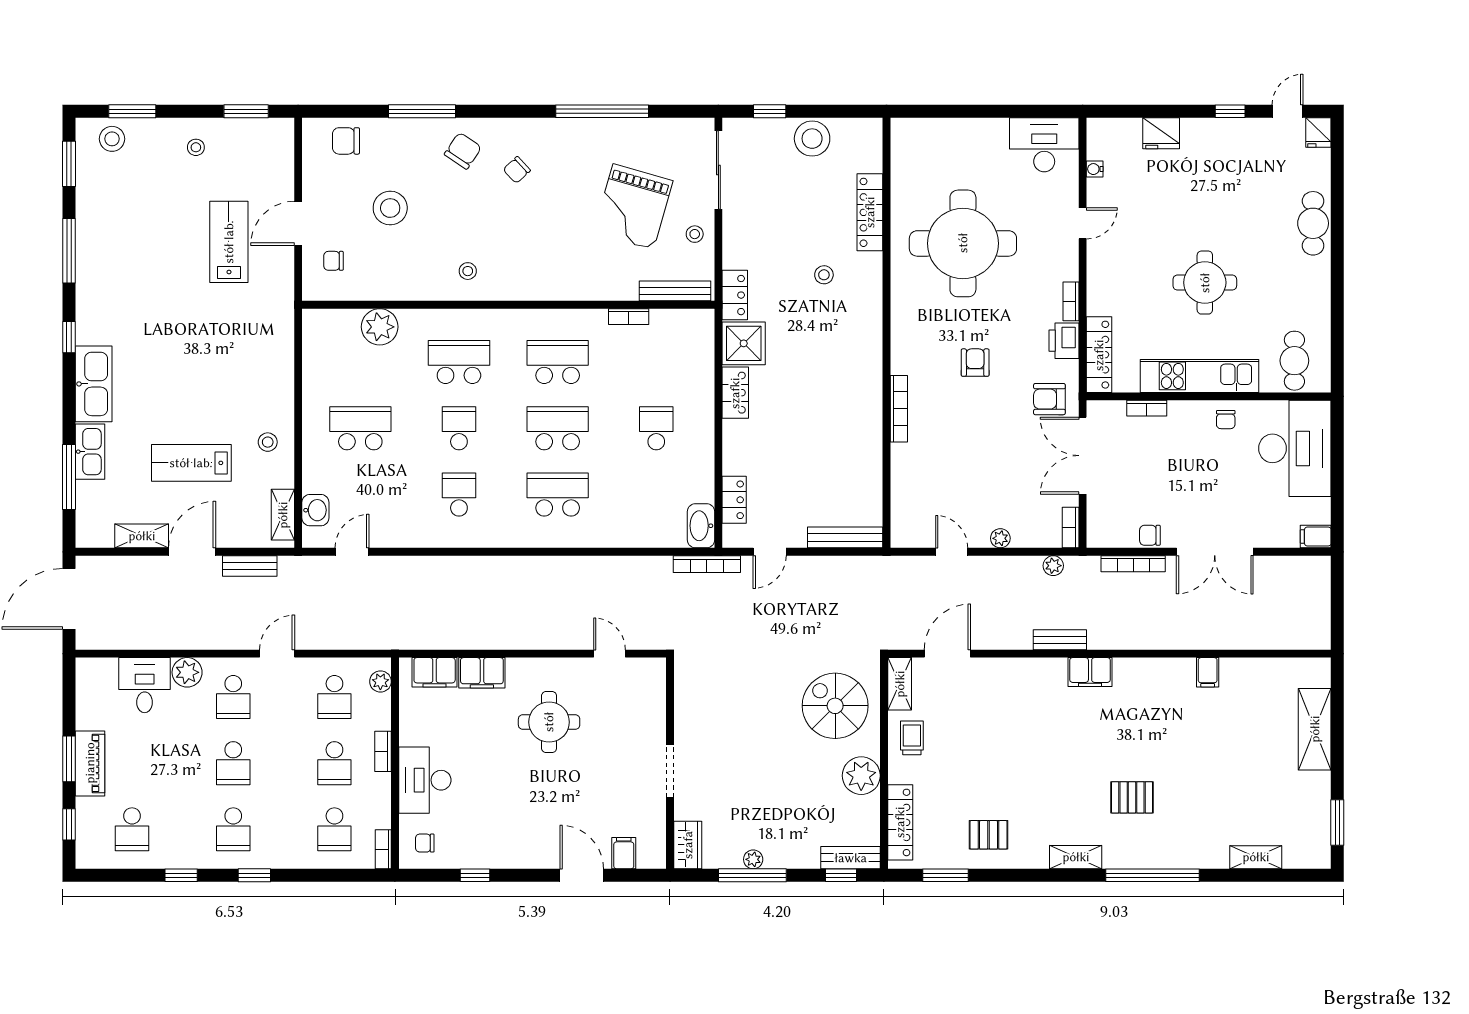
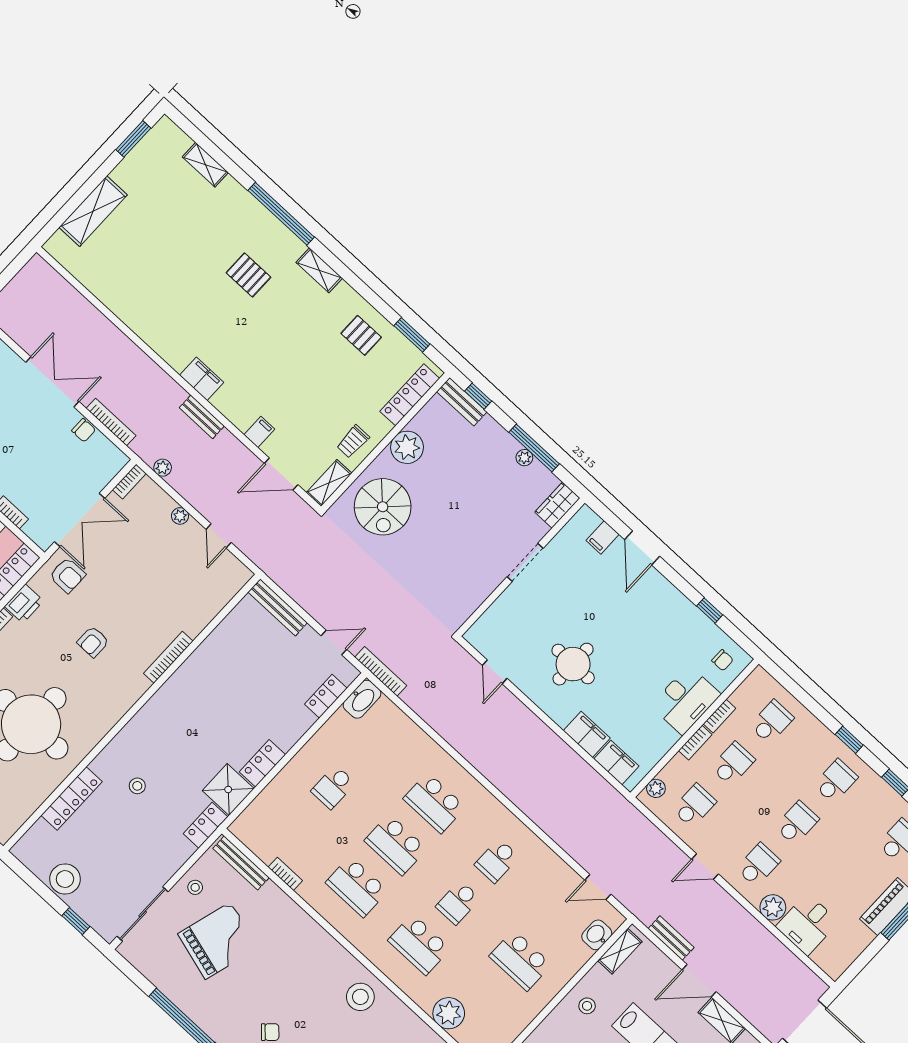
stool: (468, 271) -> (360, 997), width x1.89, depth x1.89
filing cabinet: (1208, 672) -> (259, 432), moved
bookcase: (383, 849) -> (720, 716), moved

